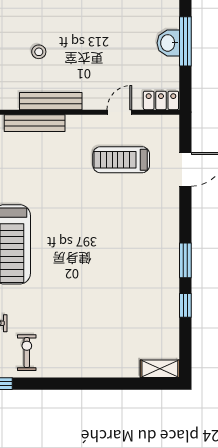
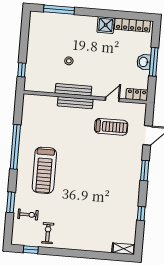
bench: (35, 123) -> (75, 103), moved
treadmill: (121, 160) -> (111, 127), turned 180
window: (185, 260) -> (145, 171), moved

